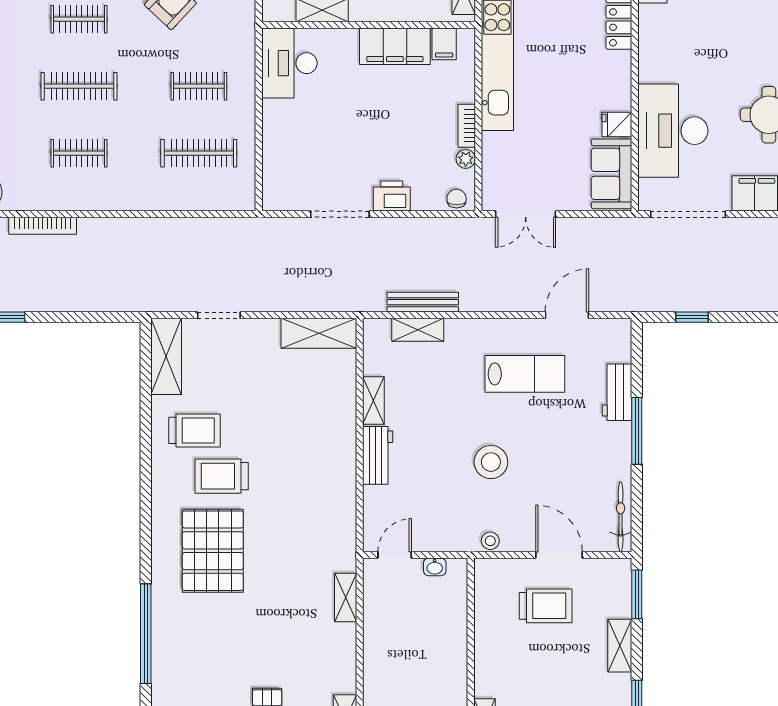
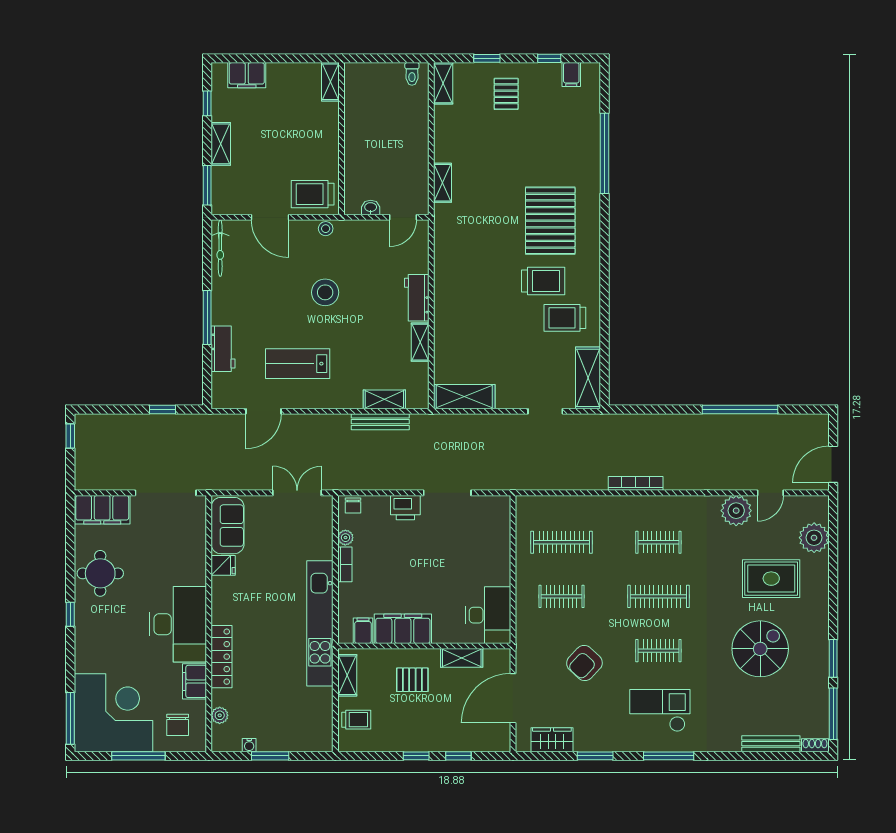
desk: (673, 131) -> (178, 624), moved
bookcase: (43, 226) -> (636, 483), moved
trolley: (546, 606) -> (313, 194), moved

